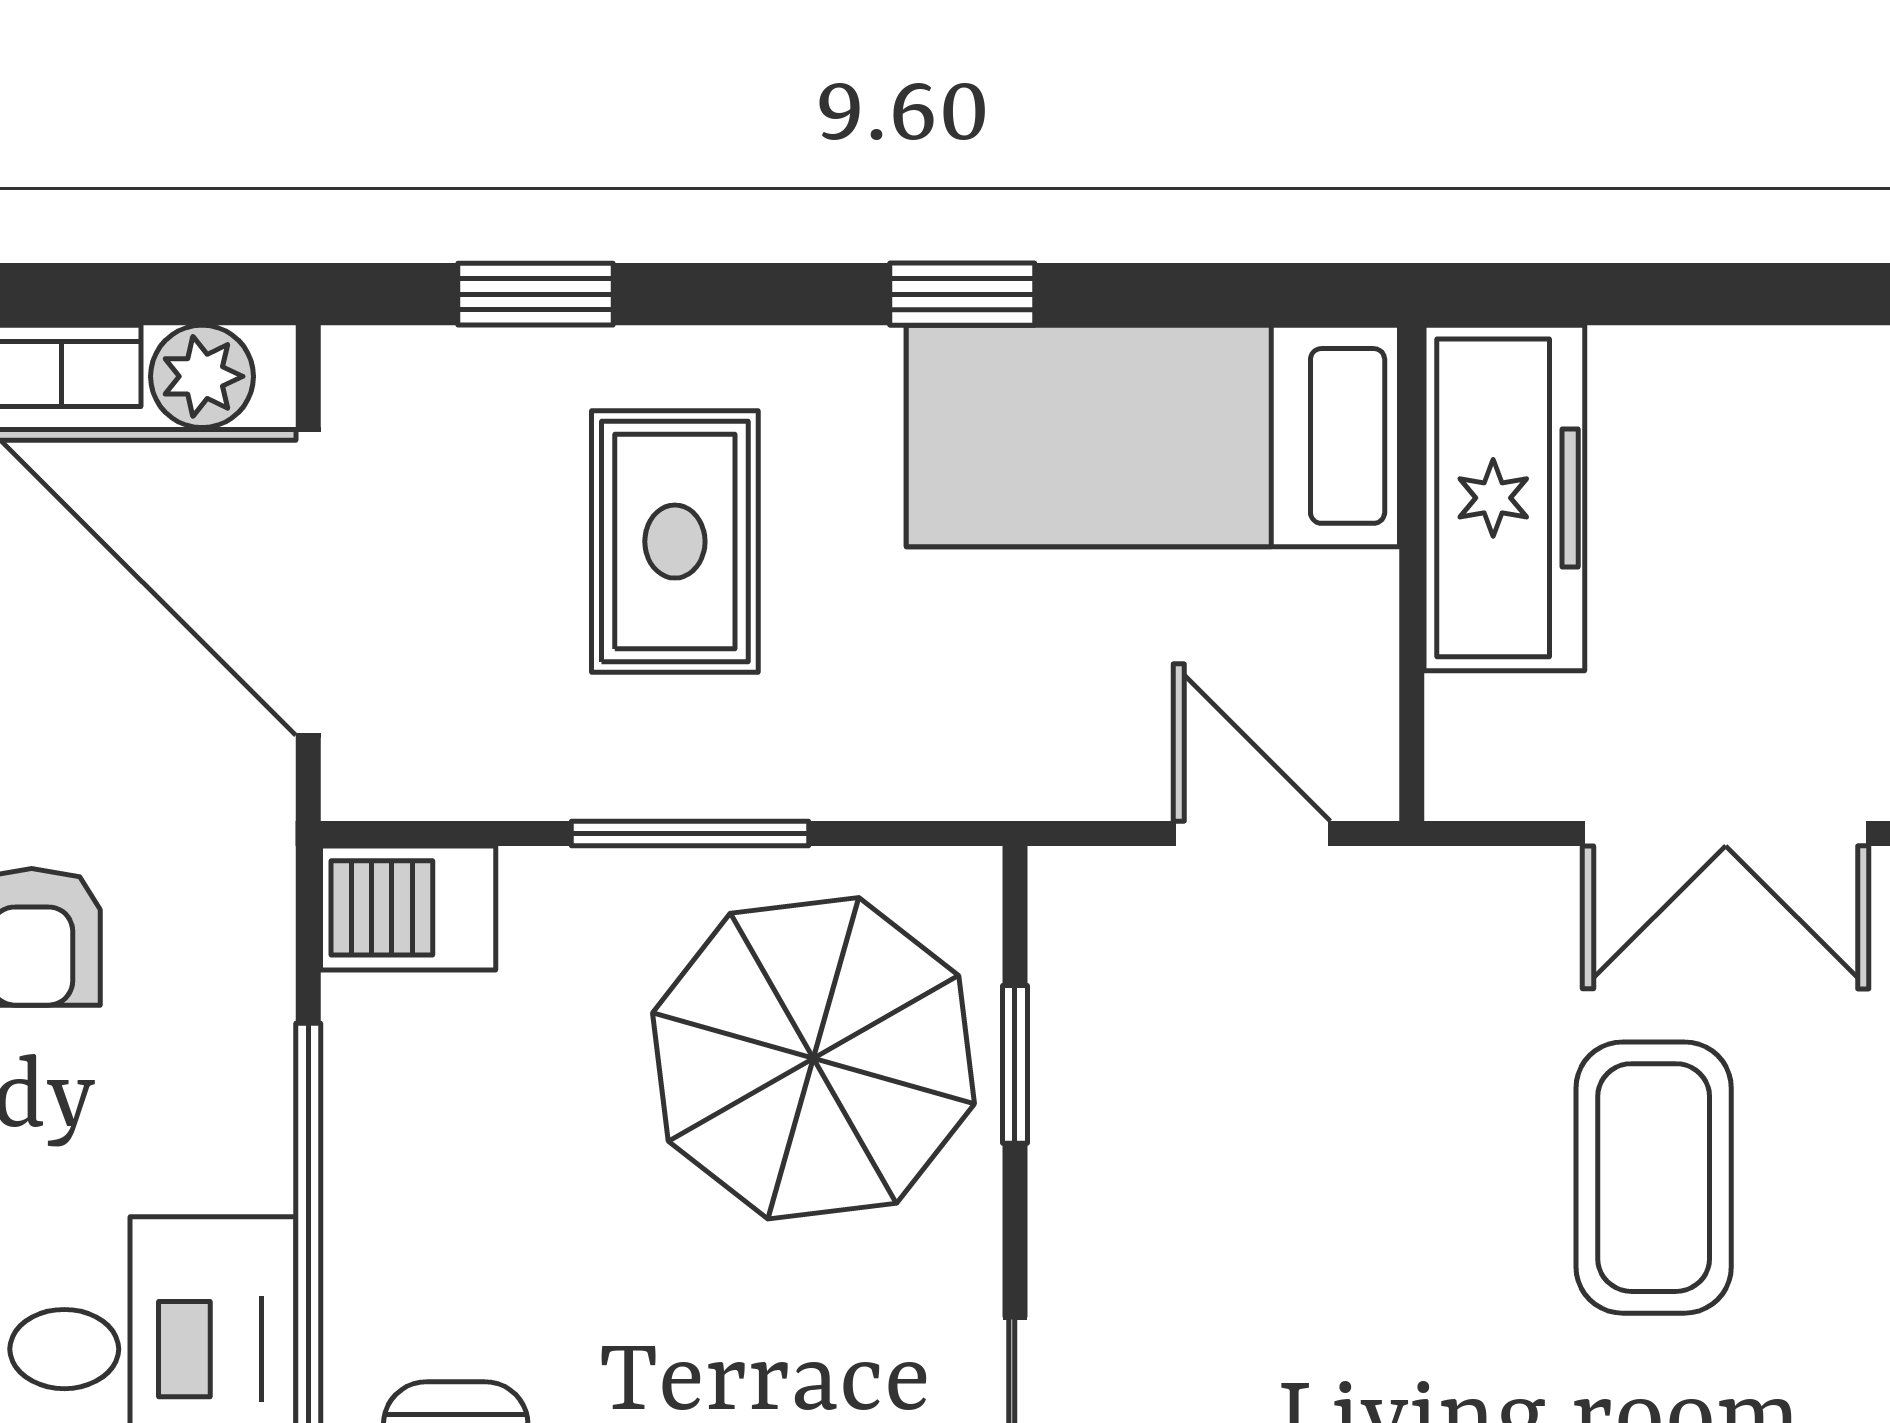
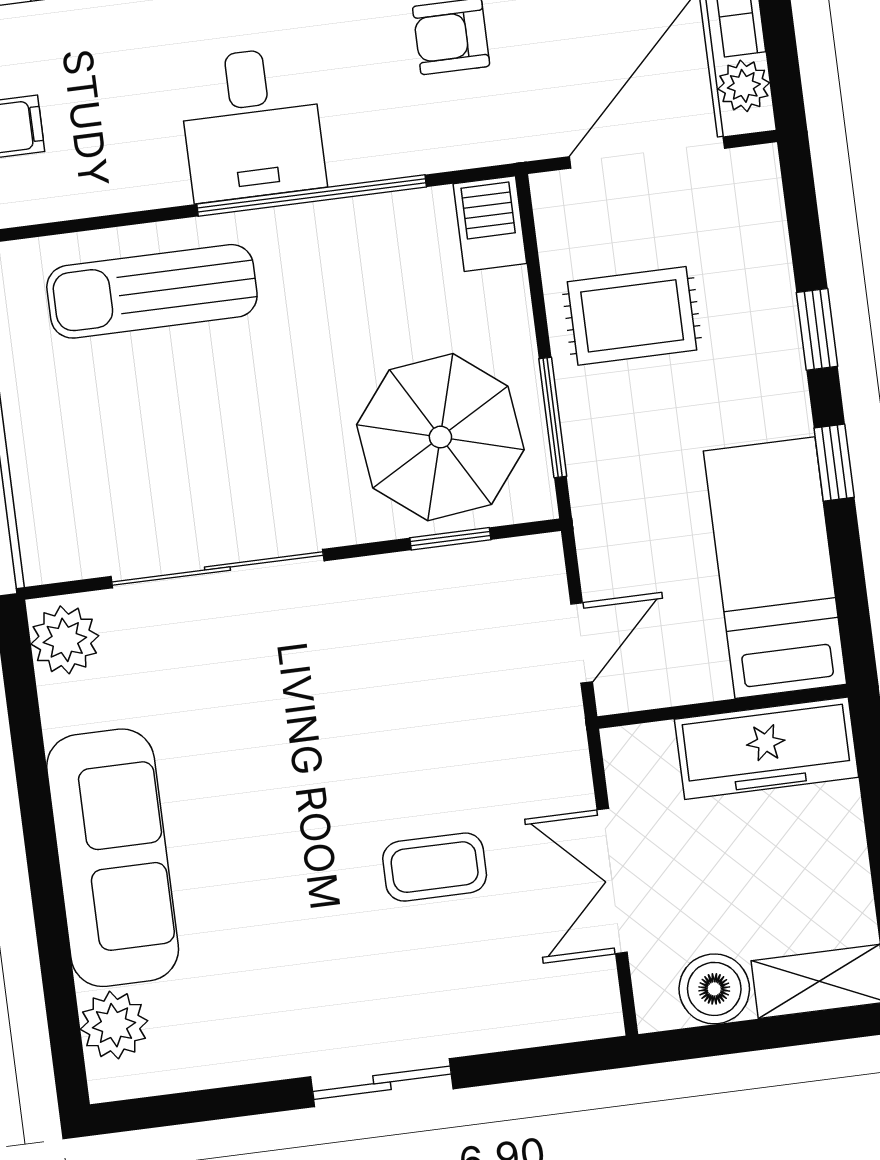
window: (536, 294) -> (817, 329), moved
rug: (675, 542) -> (632, 316), moved
window: (690, 833) -> (553, 417), moved
coffee table: (1654, 1178) -> (435, 867), width x0.73, depth x0.77

